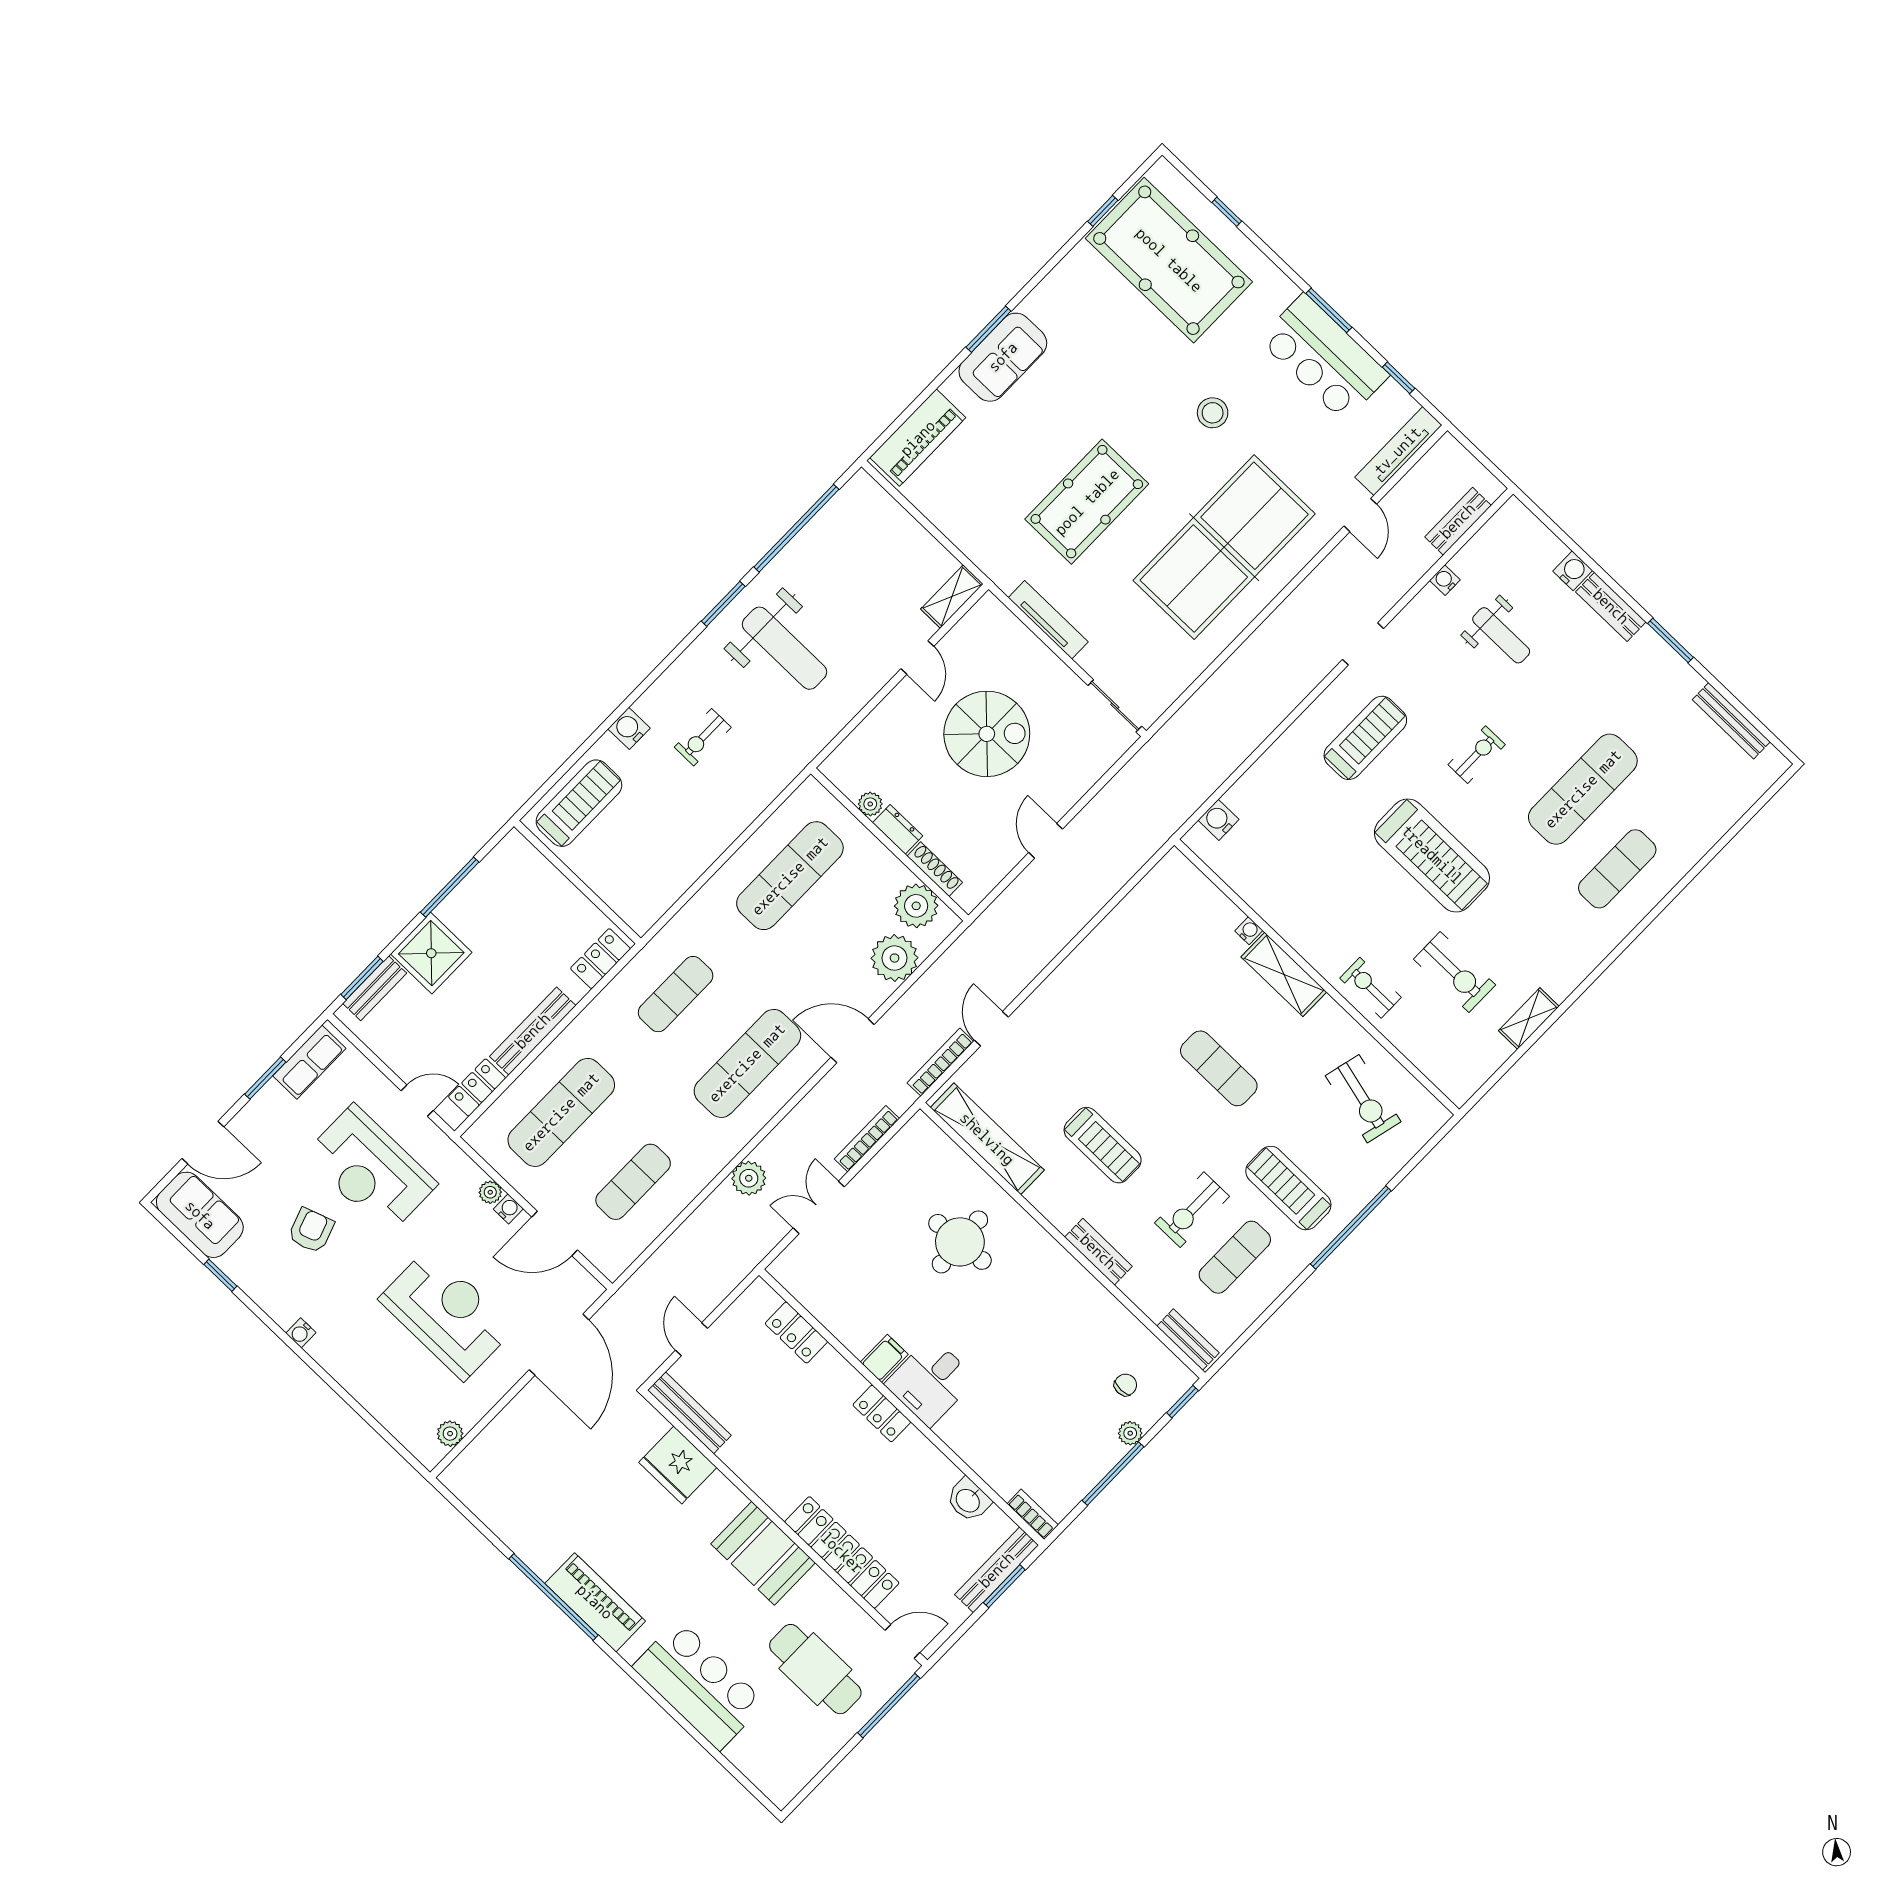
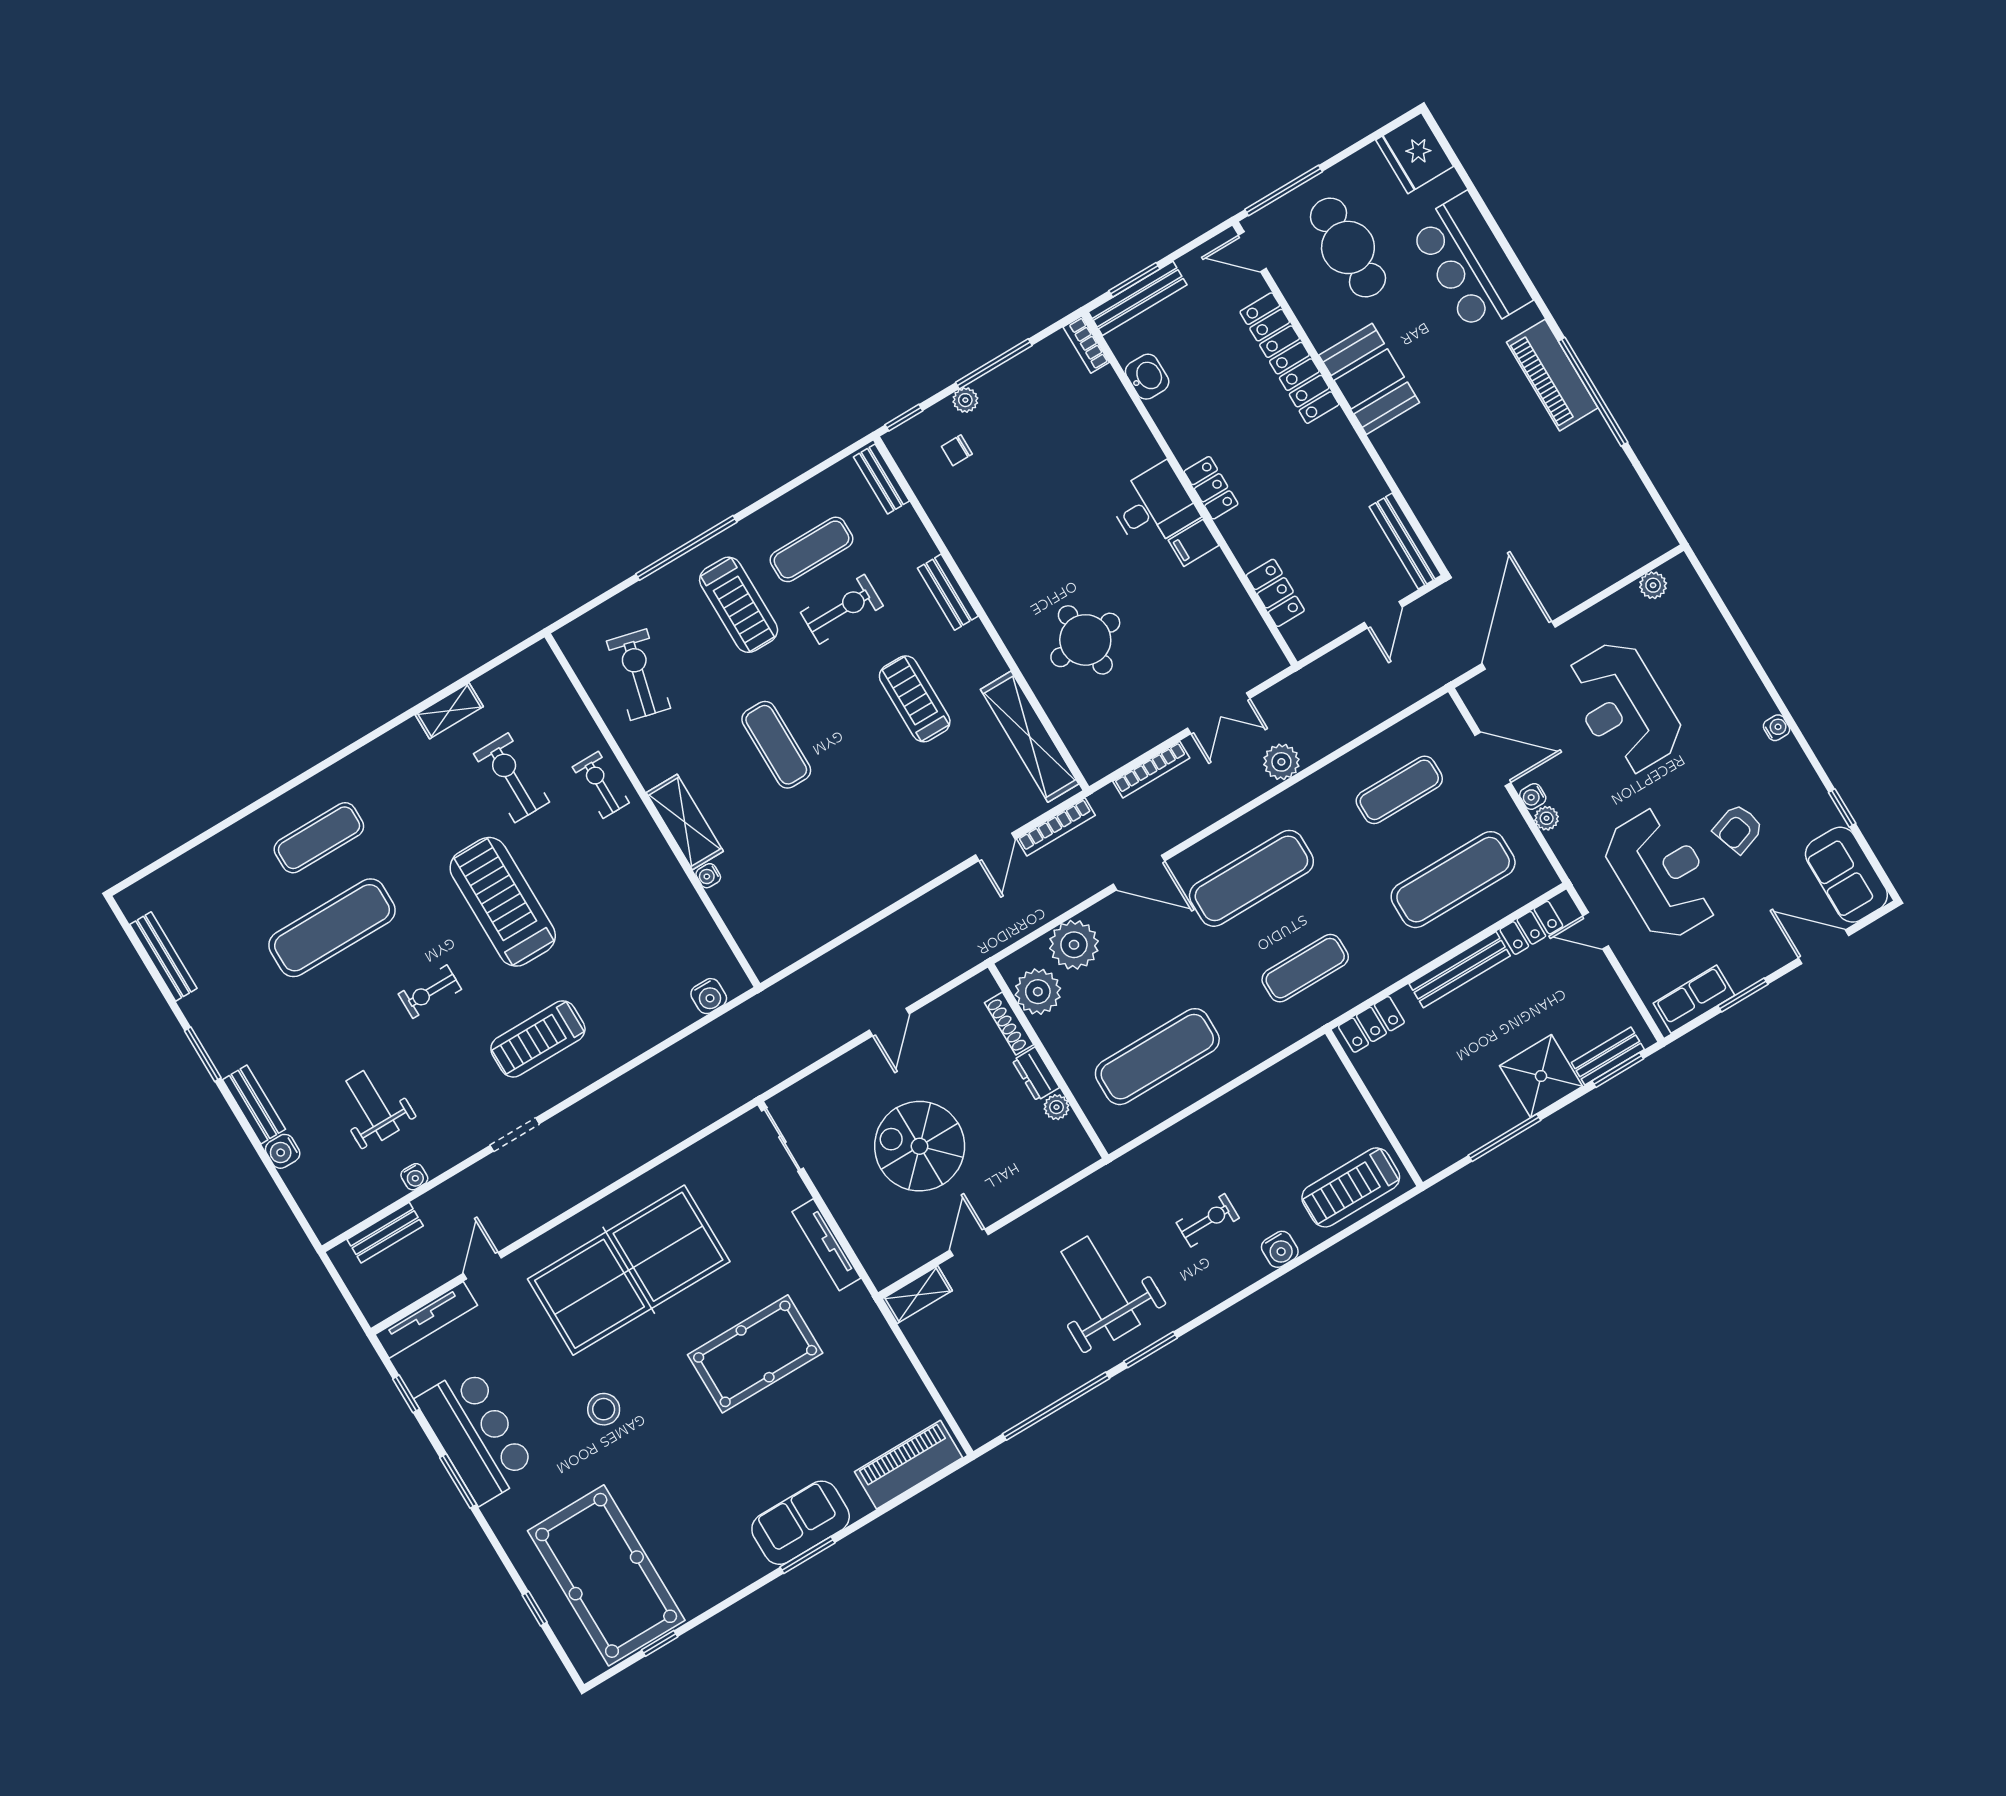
exercise bike: (1371, 988) -> (601, 785), turned 180
fridge: (678, 1465) -> (1415, 153), moved, turned 180

